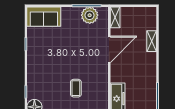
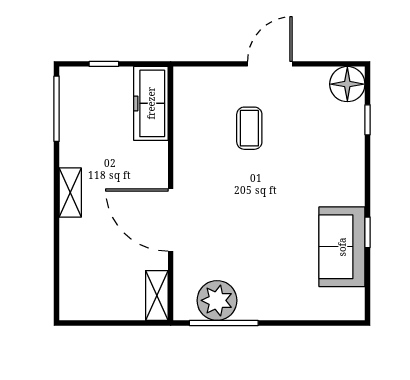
sofa: (44, 17) -> (342, 247), moved, turned -90
shelving: (152, 41) -> (70, 193), moved
door: (109, 49) -> (171, 220), hinge flipped

